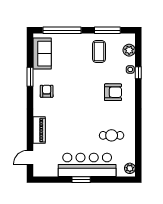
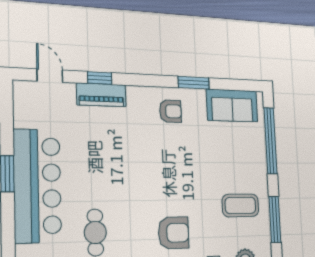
armchair: (113, 92) -> (174, 233), turned -90
window: (30, 131) -> (100, 78), added

